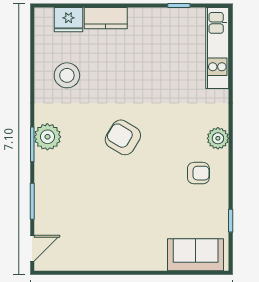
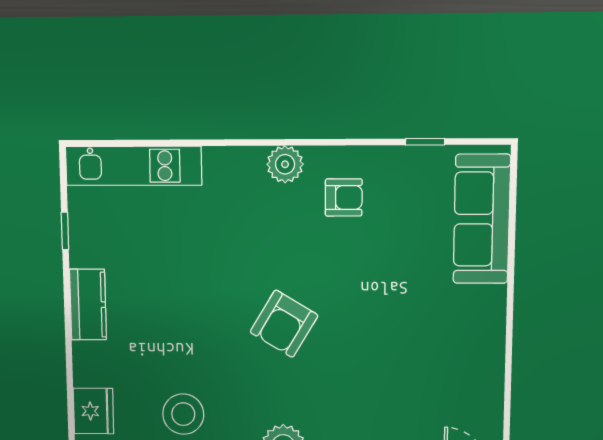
kitchen counter: (106, 18) -> (88, 305), moved
armchair: (198, 173) -> (344, 197), turned 90
sofa: (196, 255) -> (482, 219), width x1.36

